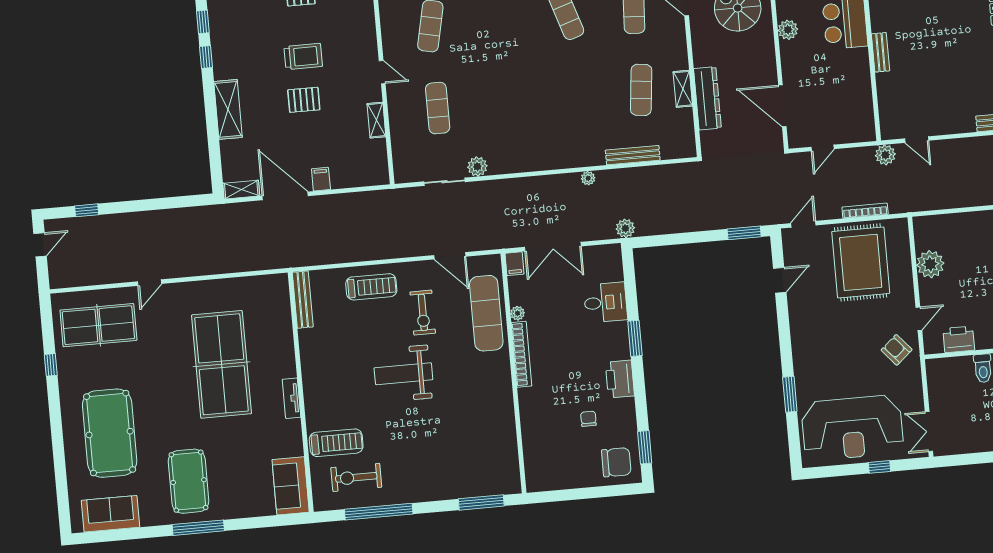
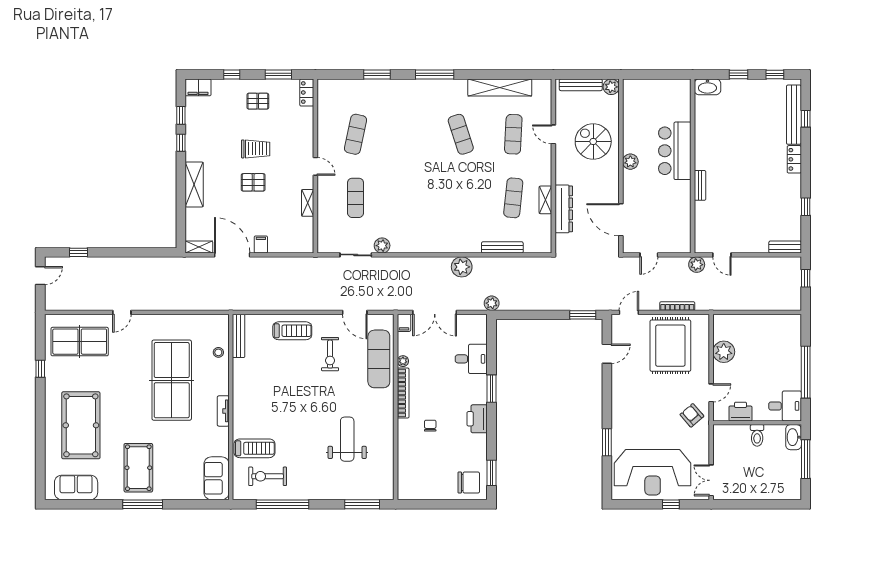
plant: (588, 178) -> (462, 267), width x1.87, depth x1.87
stool: (278, 323) -> (218, 352), added
weight bench: (403, 374) -> (347, 439), moved, turned 90
chair: (588, 419) -> (430, 426), moved

